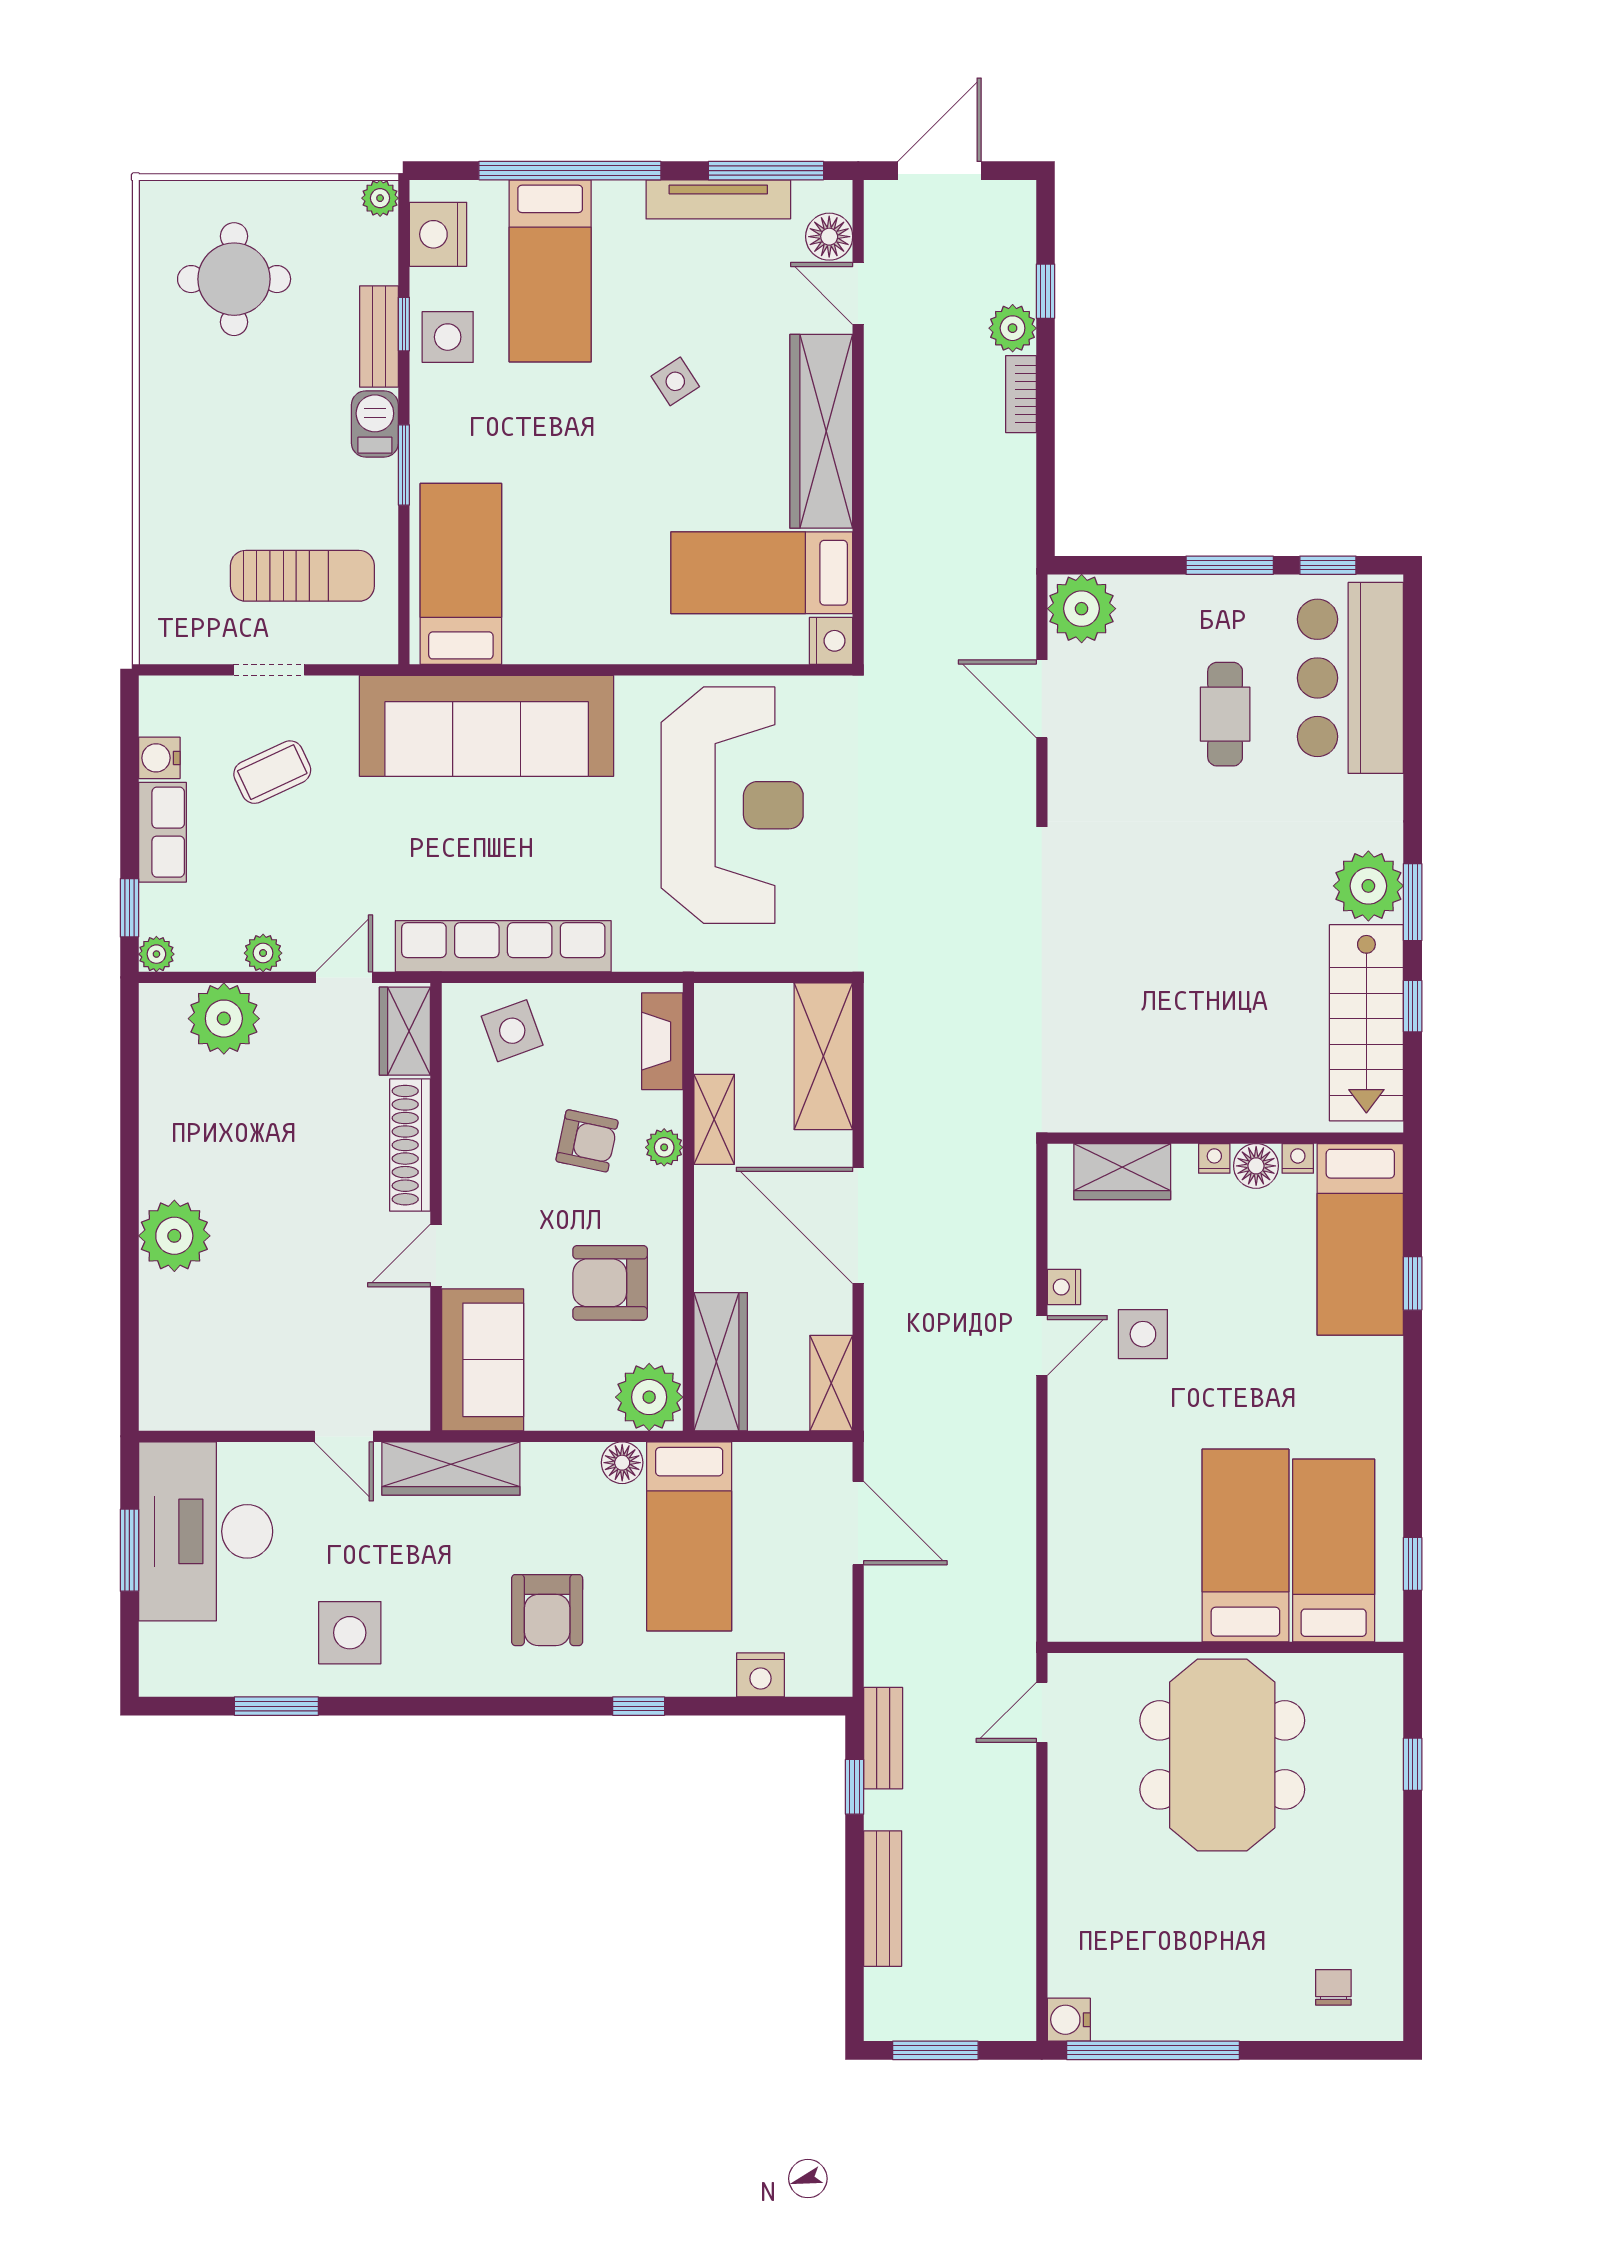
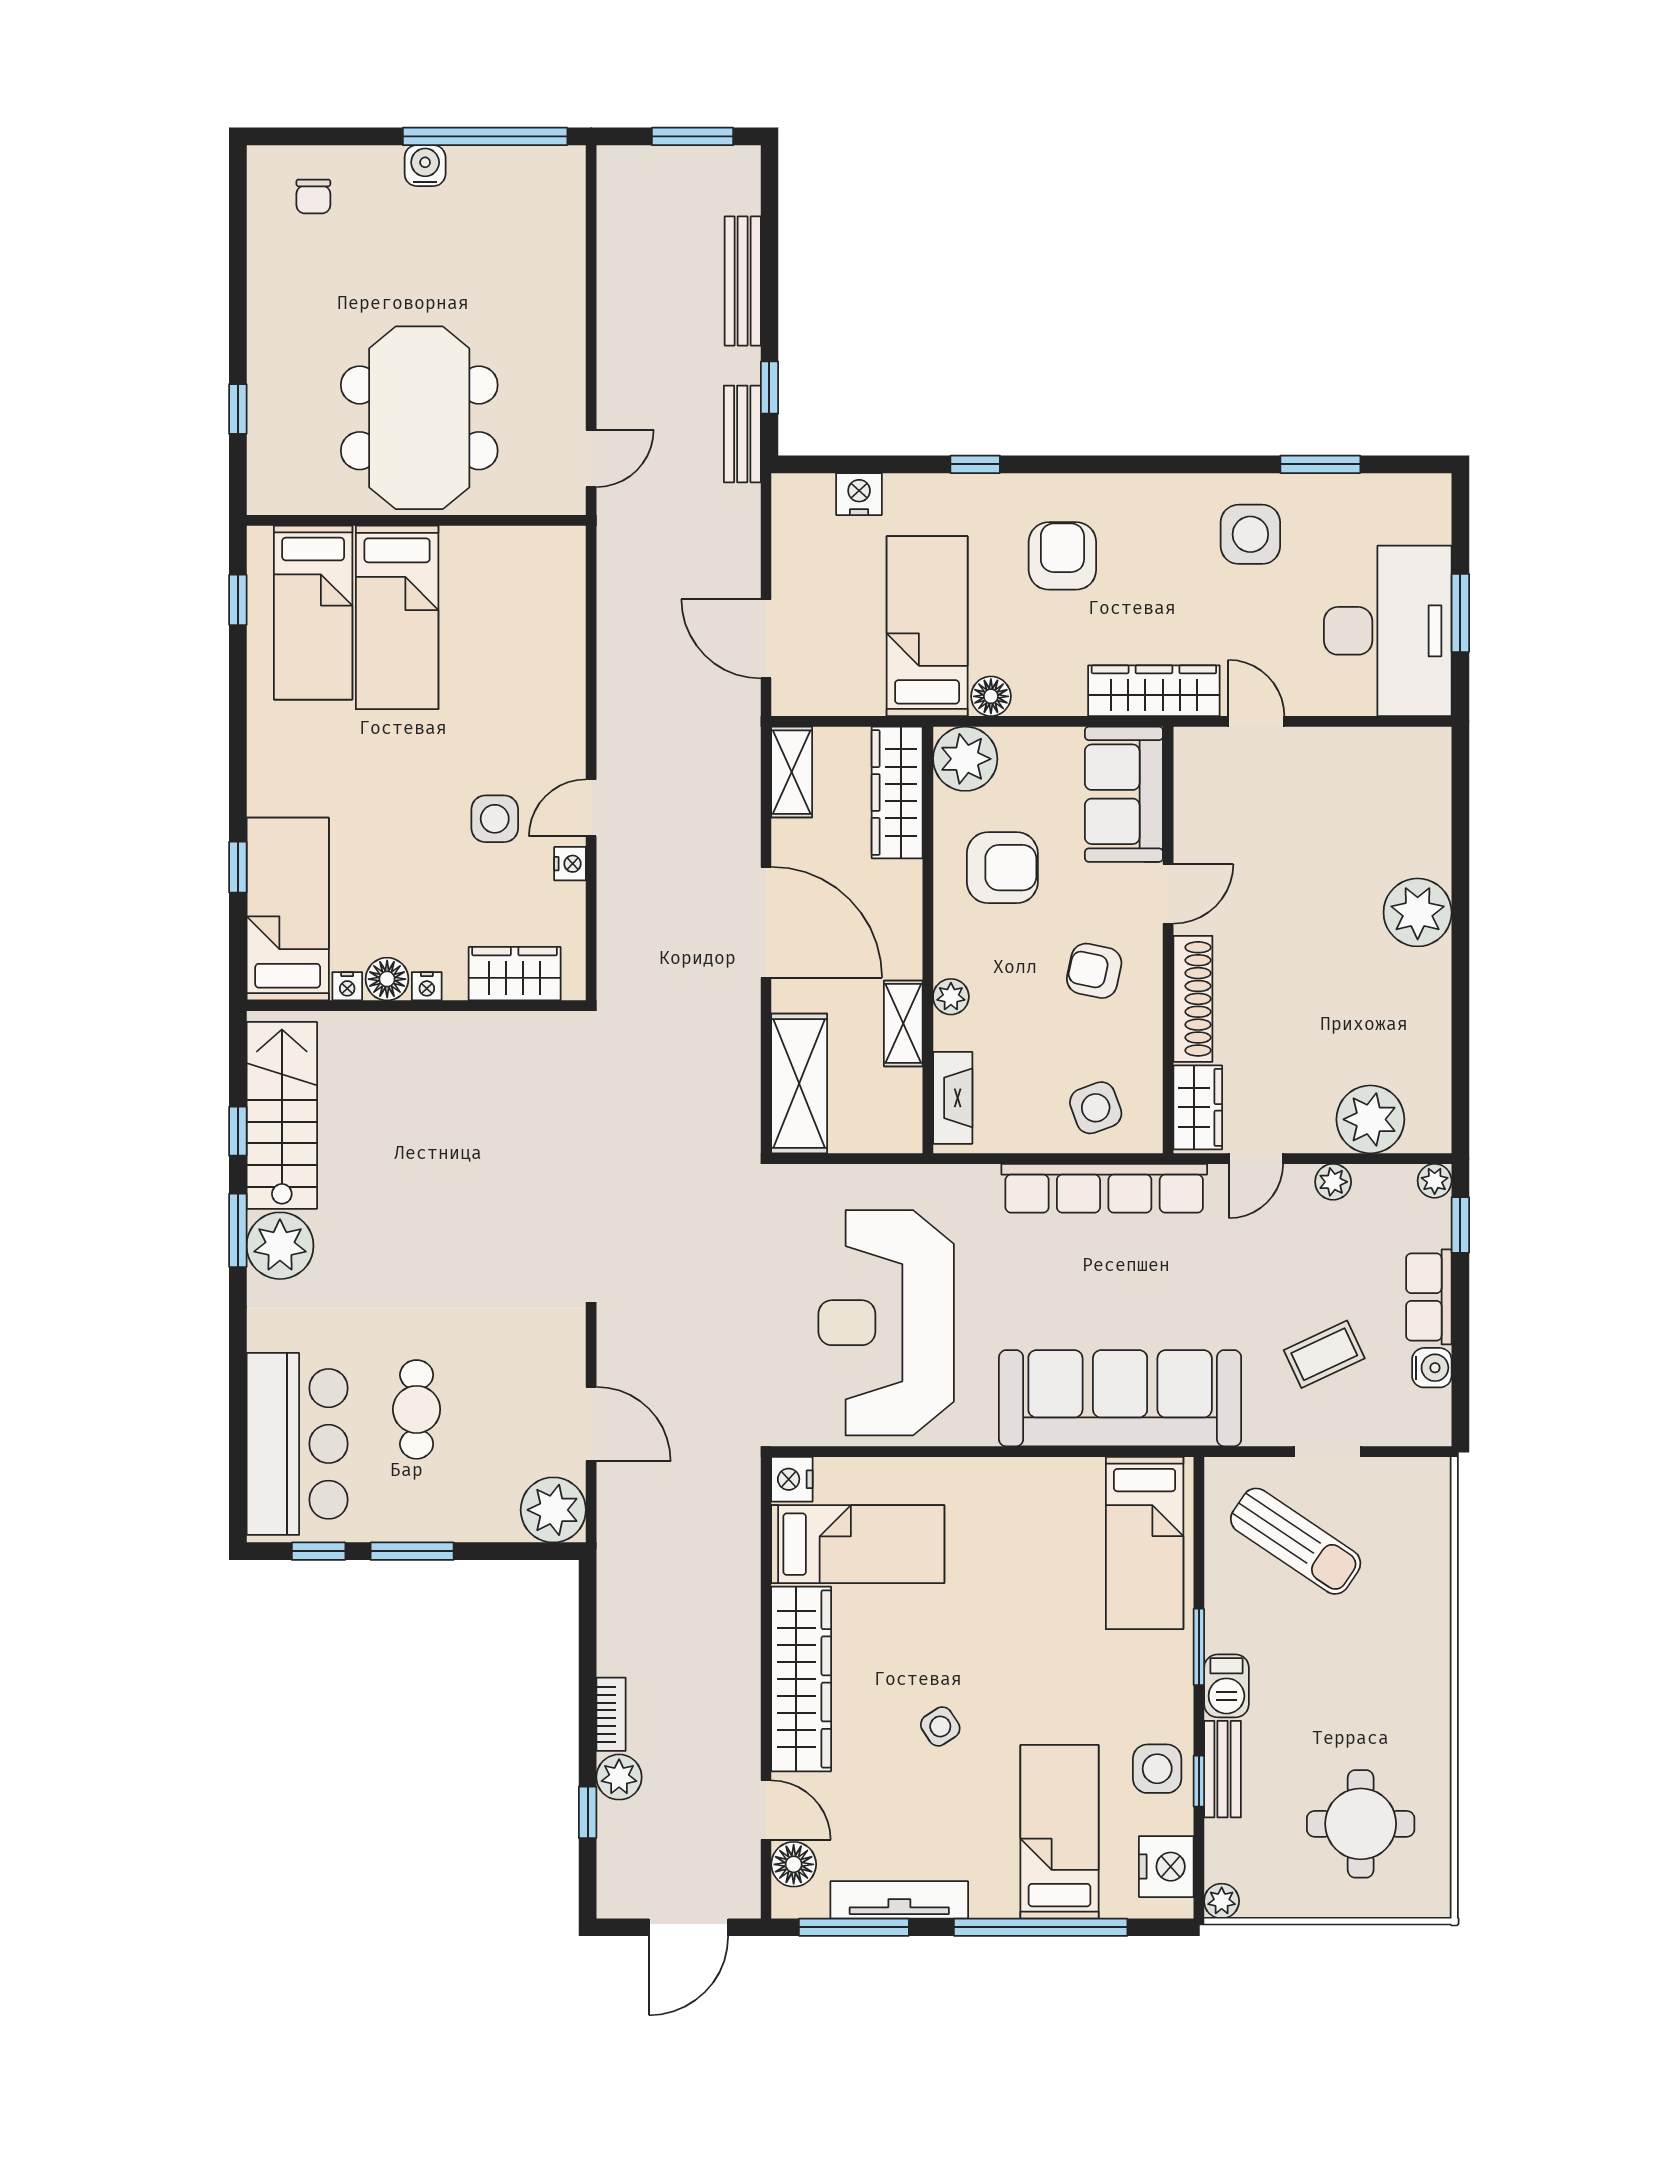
sun lounger: (302, 576) -> (1296, 1541), turned -146
armchair: (587, 1141) -> (1094, 971), moved
water cooler: (1069, 2020) -> (425, 166), moved, turned -90

